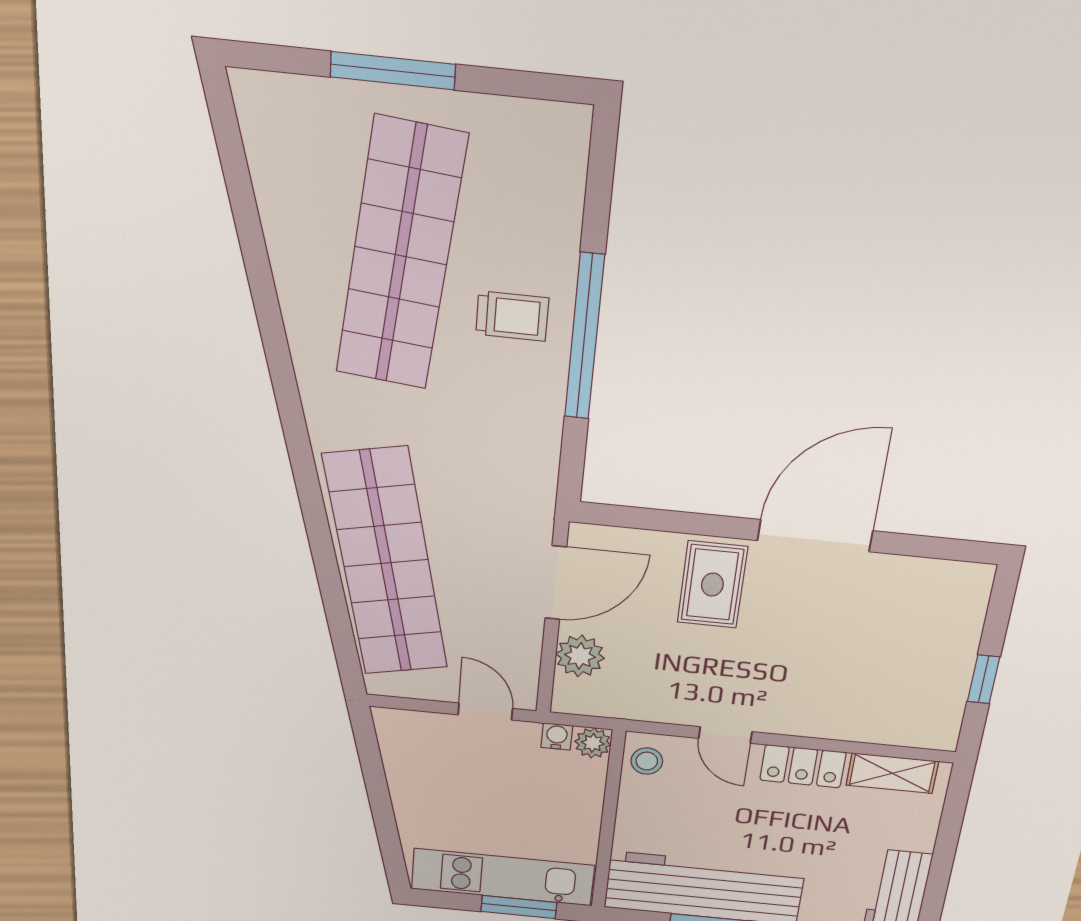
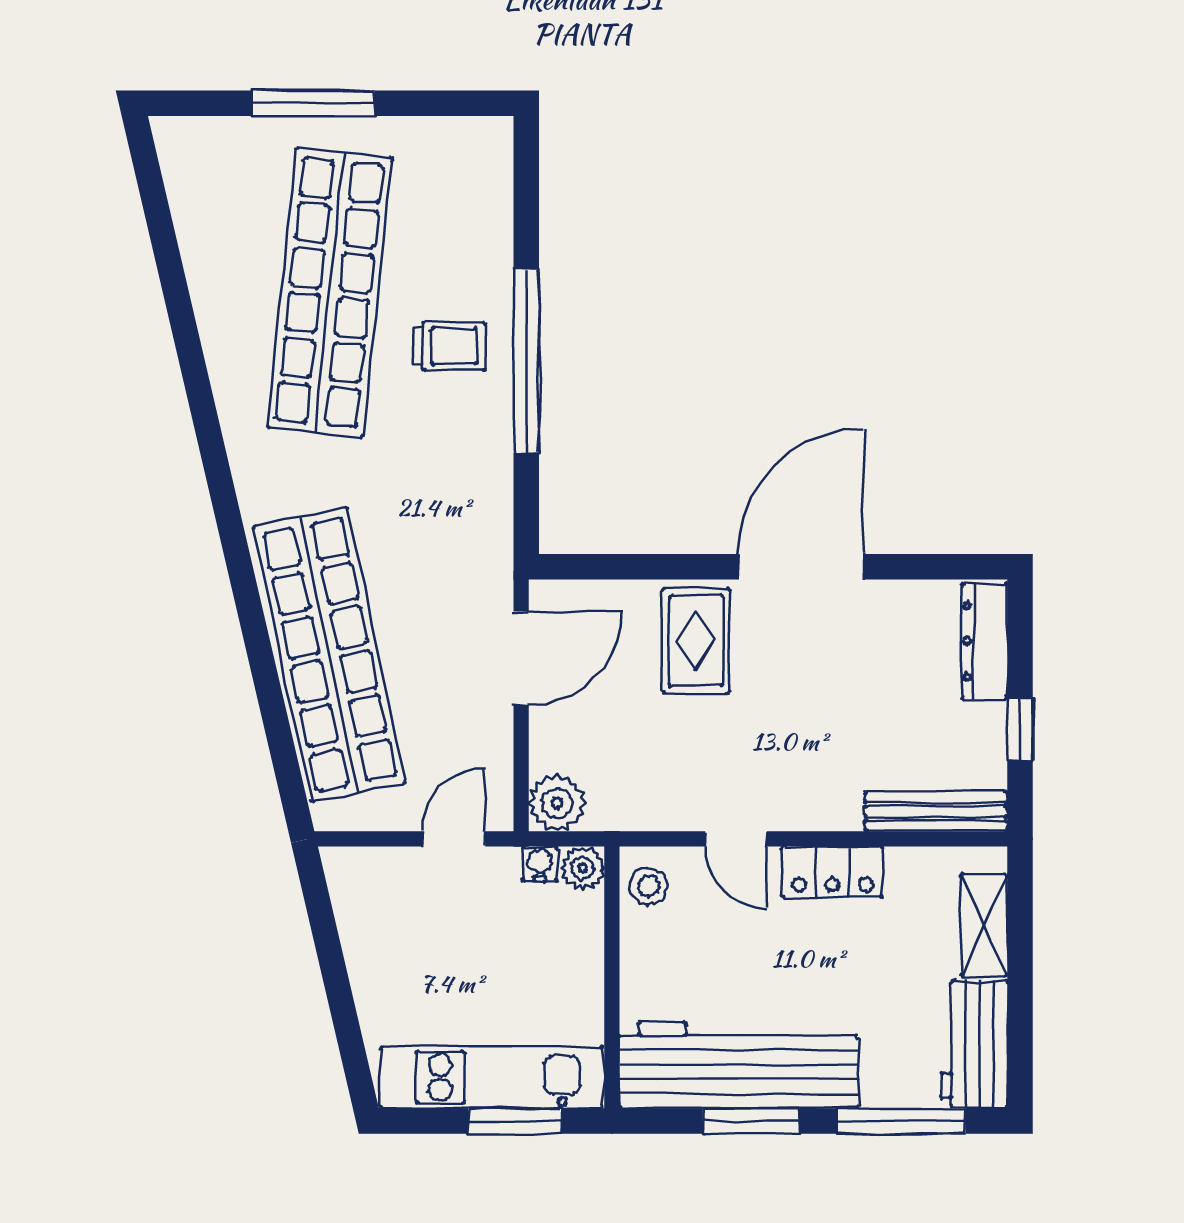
dresser: (967, 610) -> (985, 641), added
plant: (580, 656) -> (557, 803), moved
door: (485, 712) -> (454, 839), hinge flipped
bench: (899, 732) -> (936, 811), added
shelving: (892, 773) -> (984, 925), moved, turned 90

